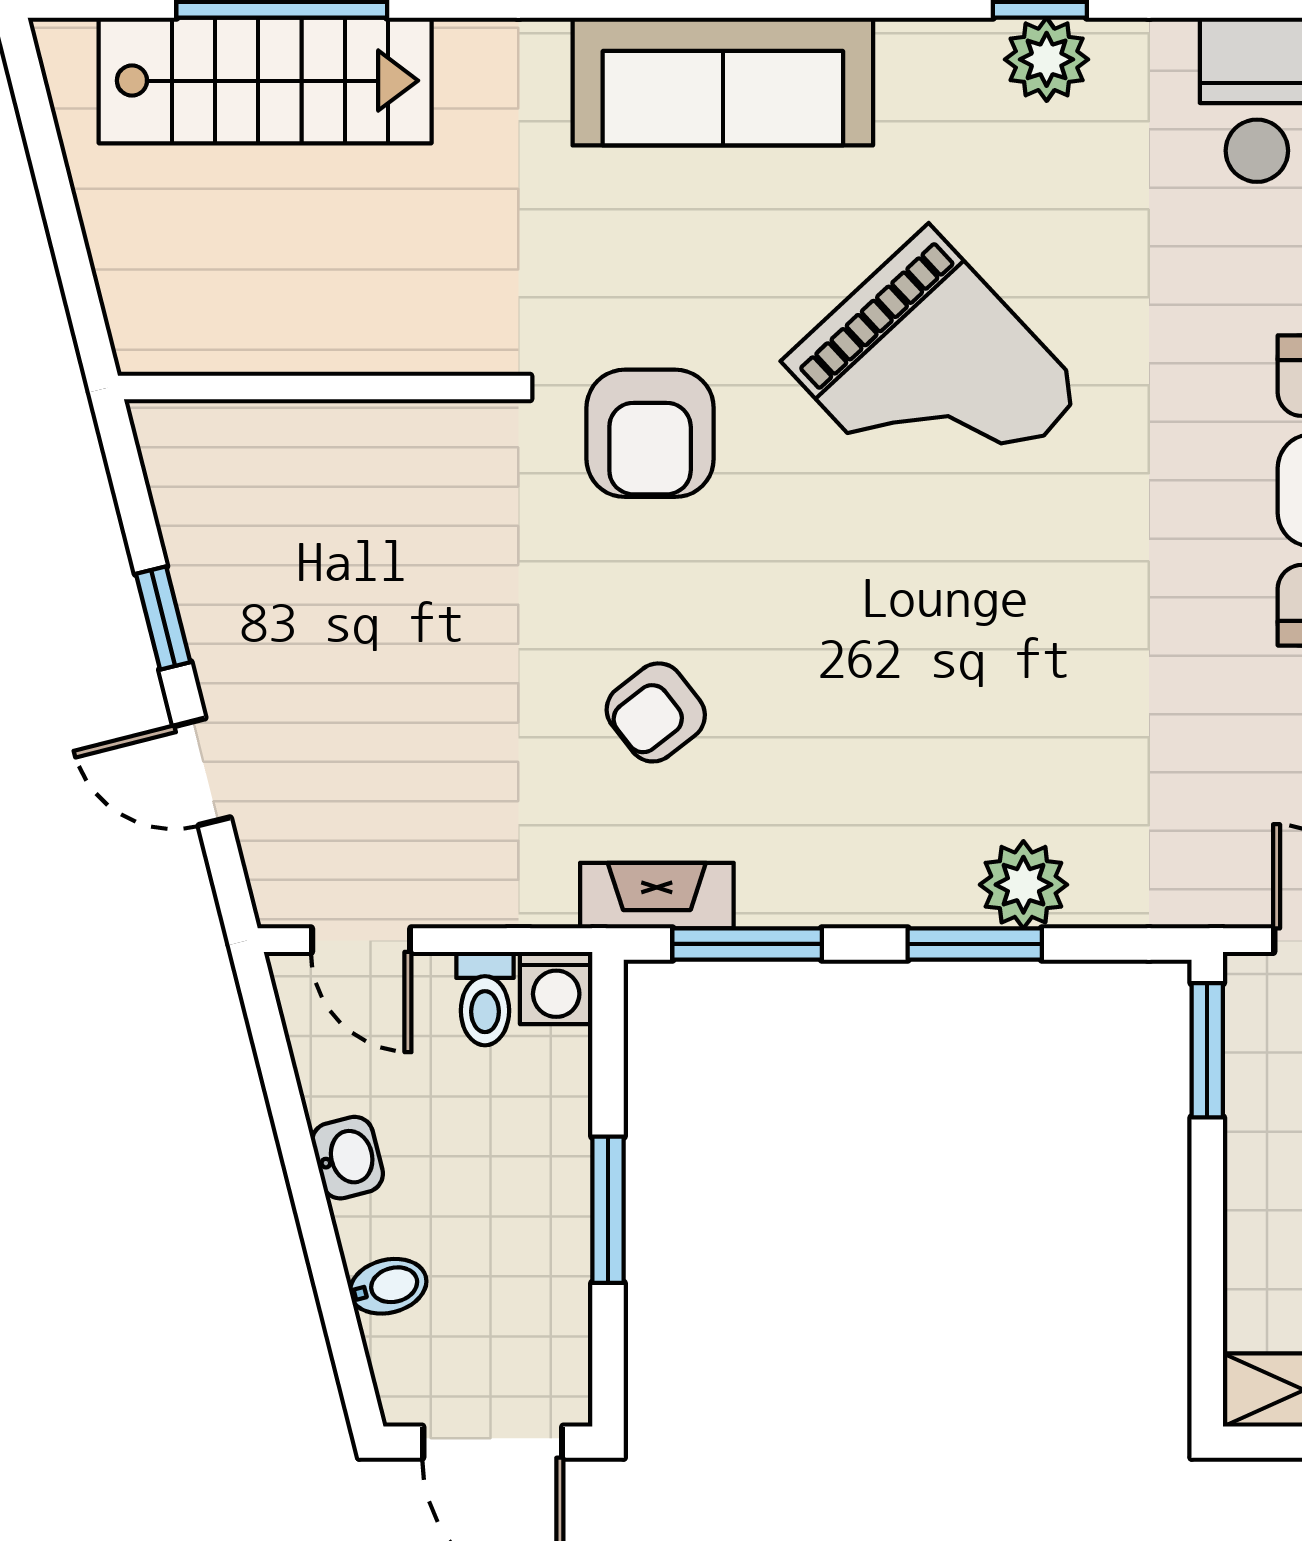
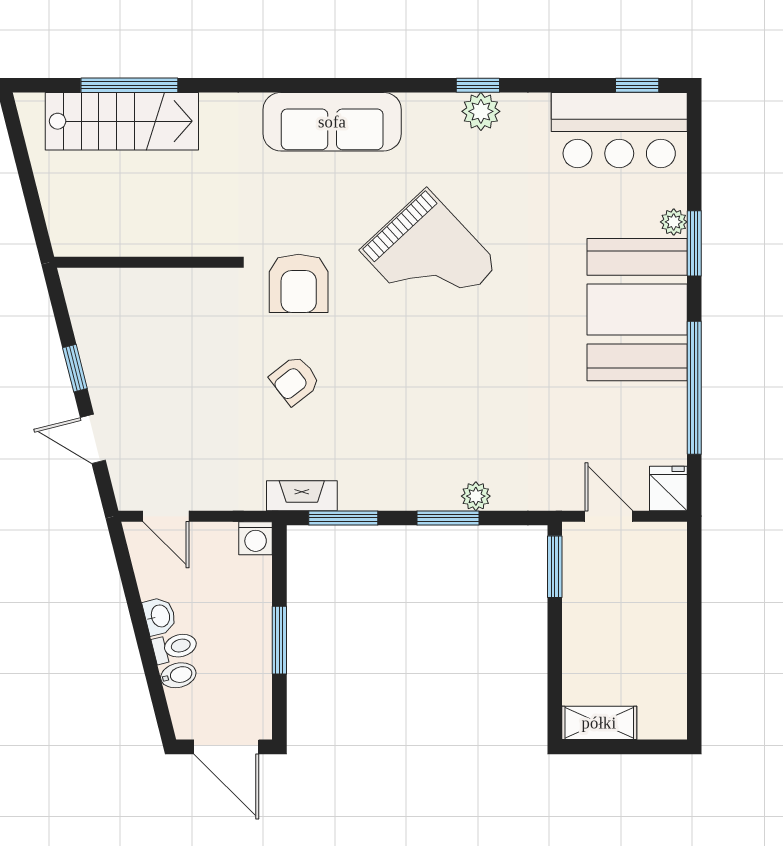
armchair: (656, 712) -> (295, 380), moved
plant: (1023, 885) -> (476, 496), width x0.73, depth x0.73
toilet: (485, 999) -> (175, 647), moved, turned -104

